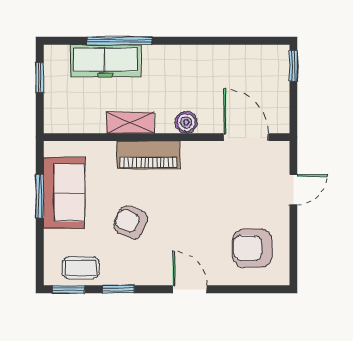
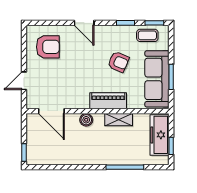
freezer: (105, 61) -> (159, 135), moved, turned -90
sofa: (64, 193) -> (157, 79), width x1.36

